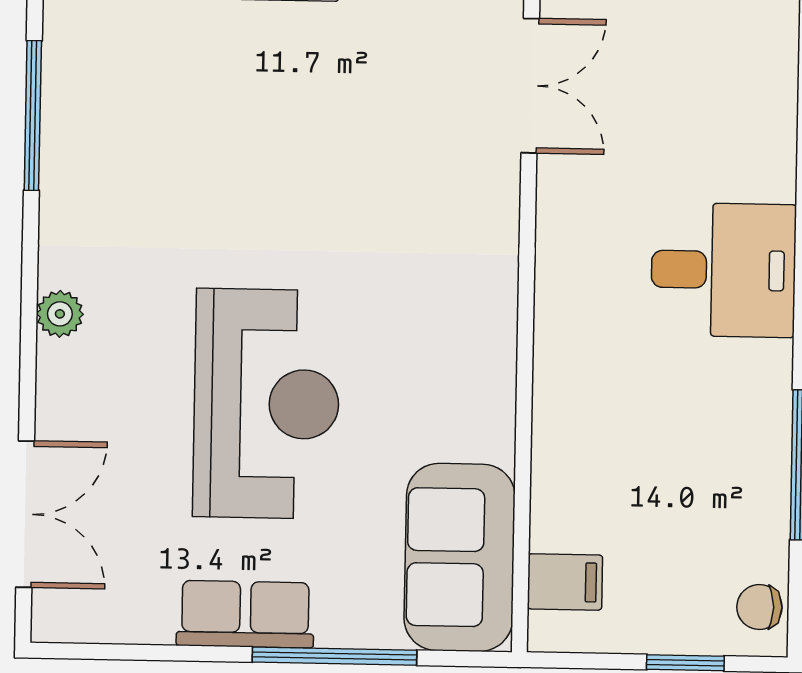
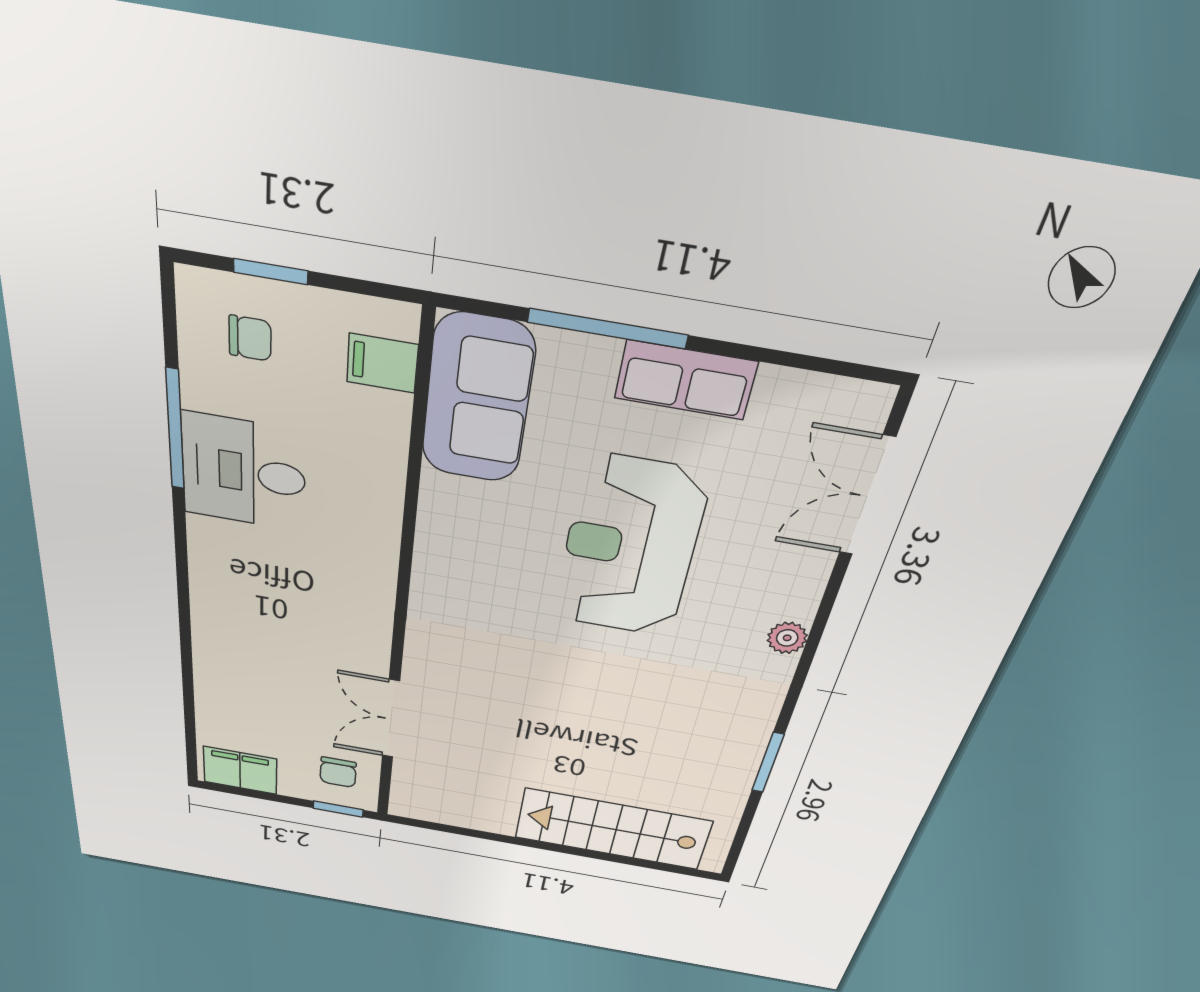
window: (33, 116) -> (768, 763), width x0.69
desk: (723, 270) -> (244, 472), moved
chair: (759, 607) -> (250, 338), moved

